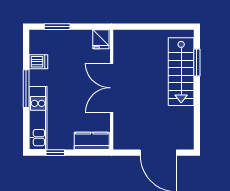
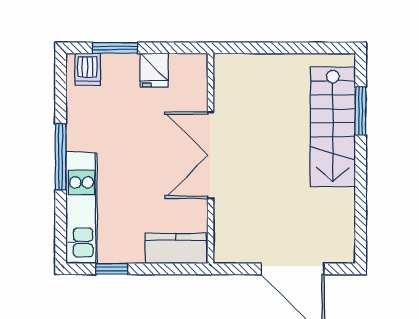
fridge: (101, 39) -> (154, 70), moved
dishwasher: (38, 62) -> (87, 69), moved, turned 90

